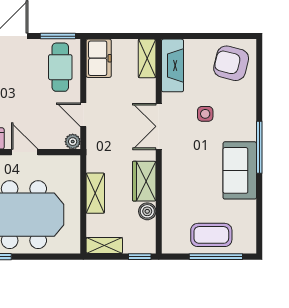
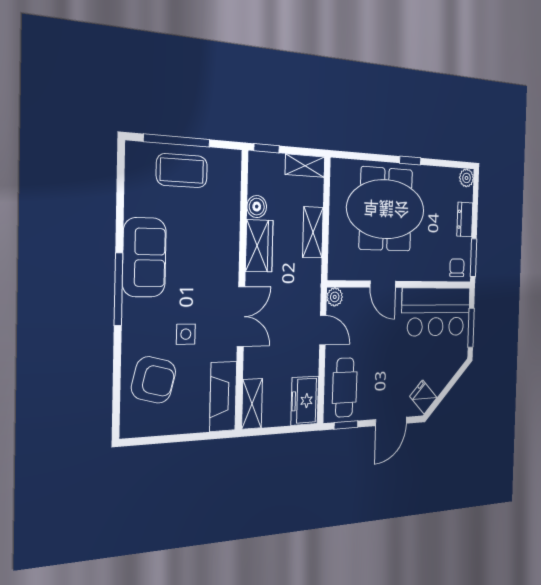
window: (58, 36) -> (346, 425), width x0.67
armchair: (231, 63) -> (154, 380), moved

